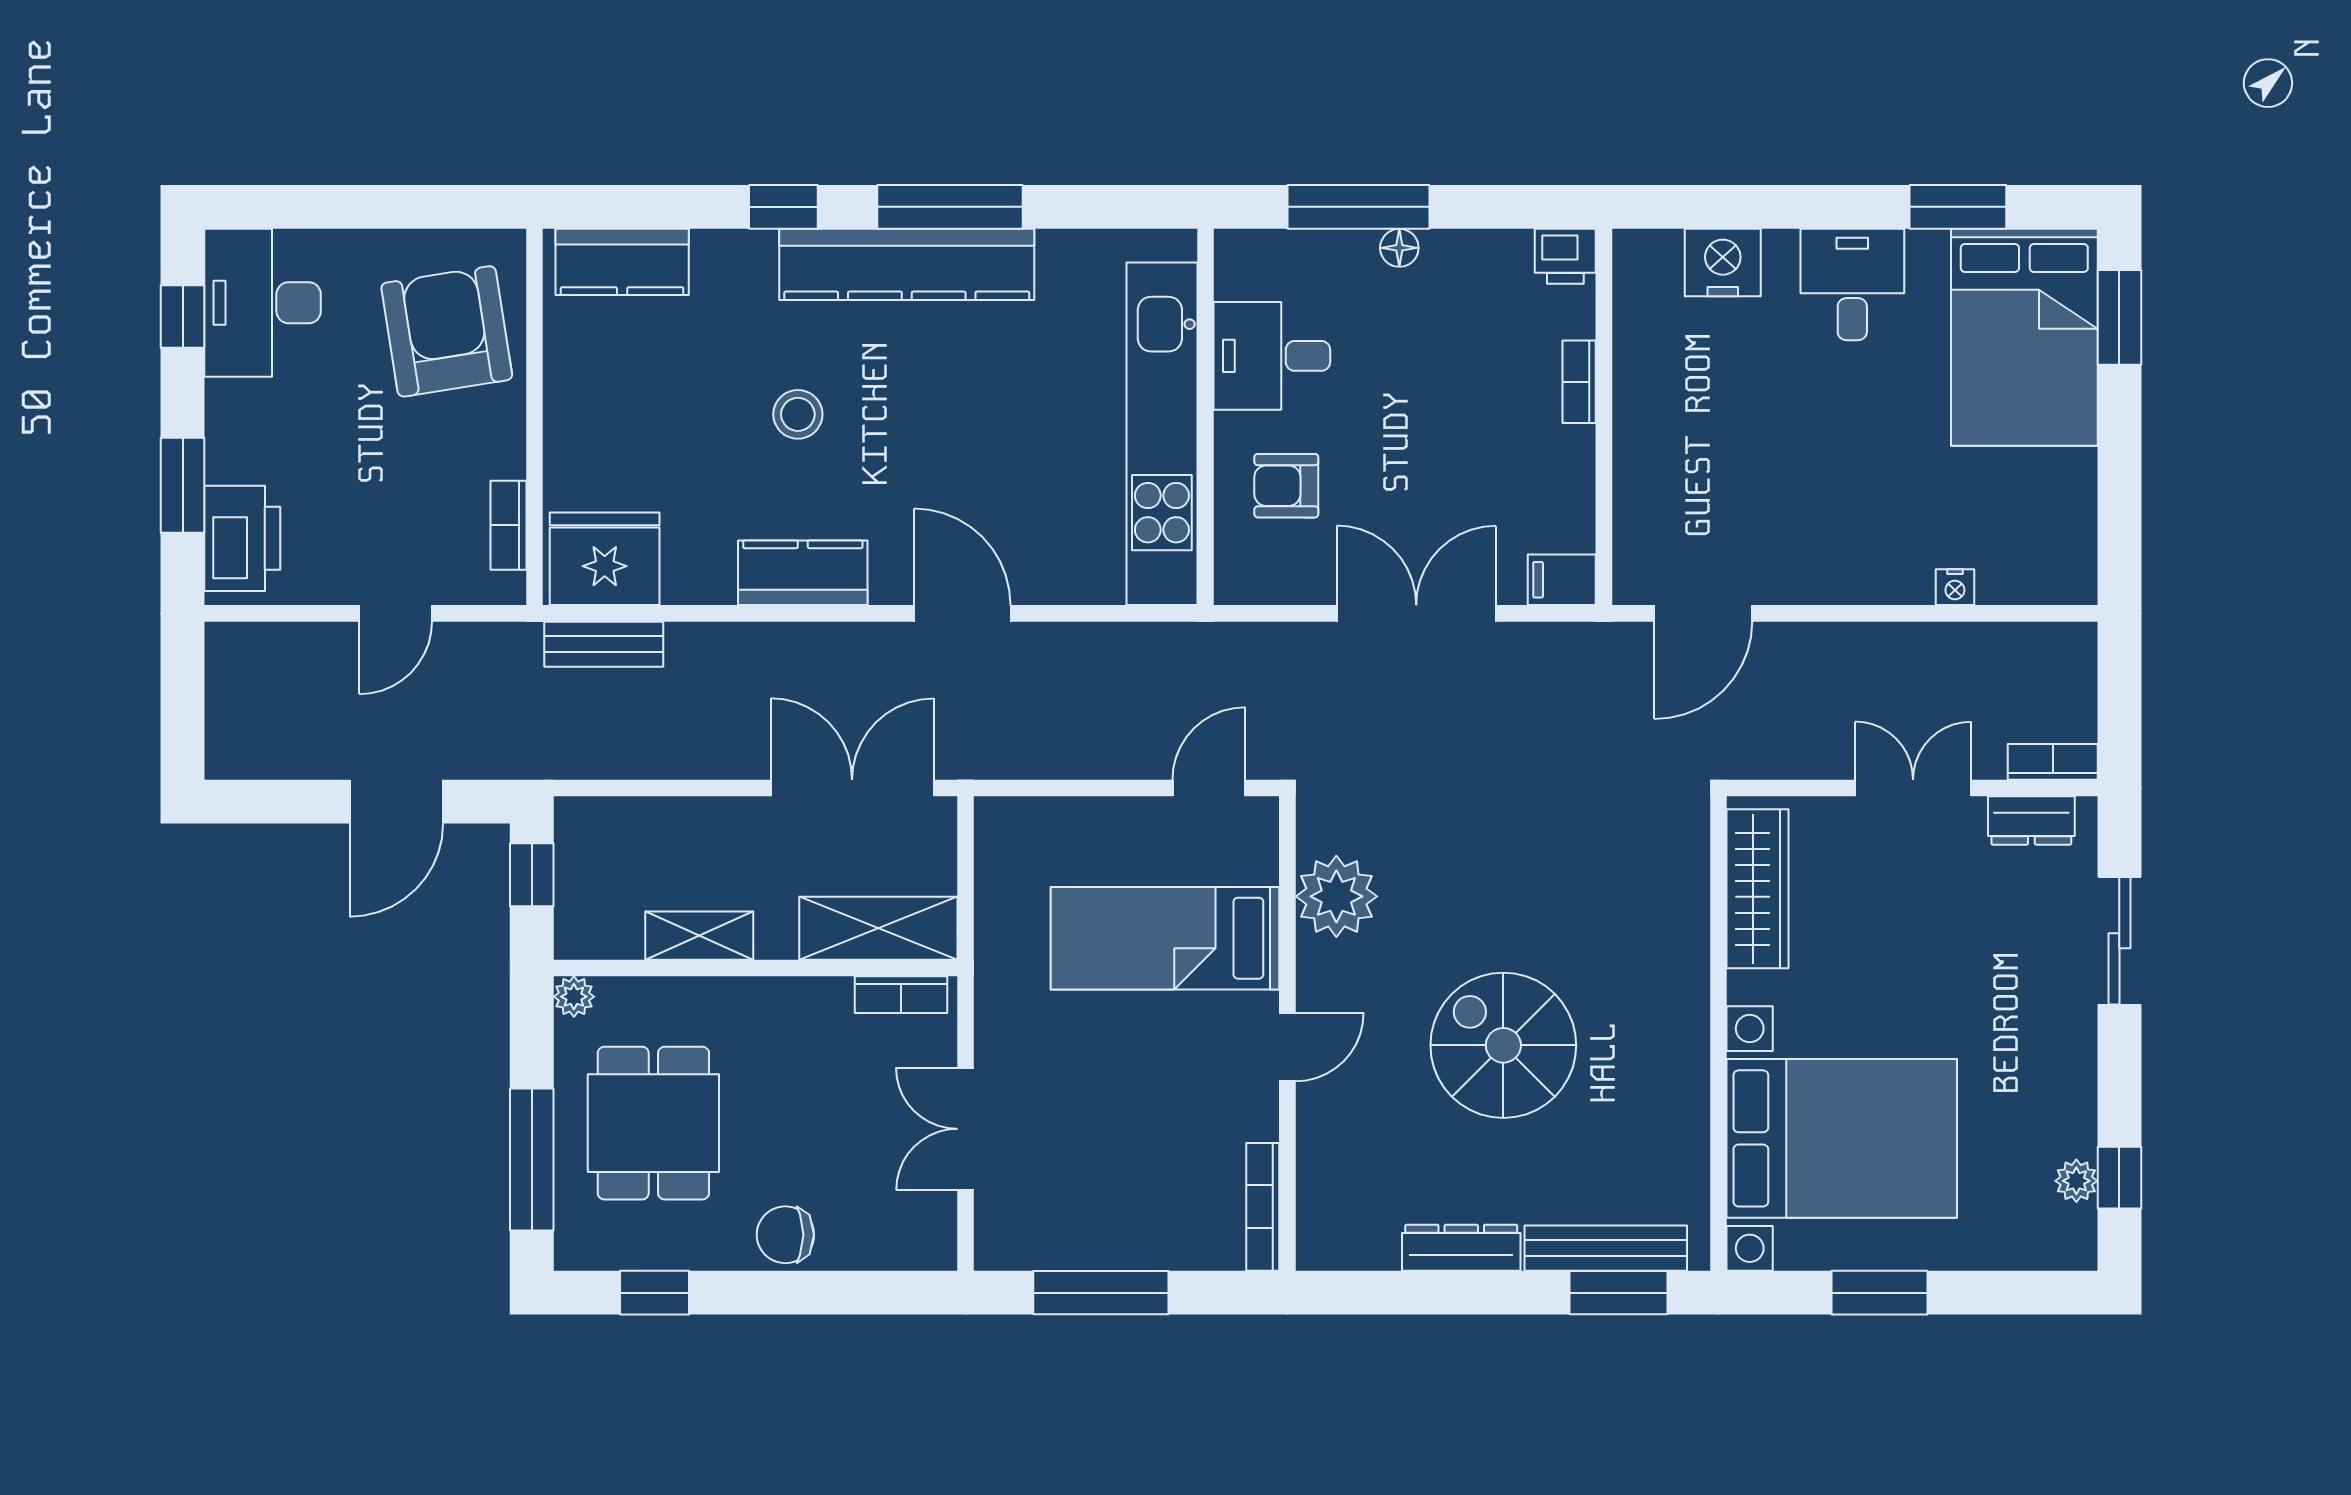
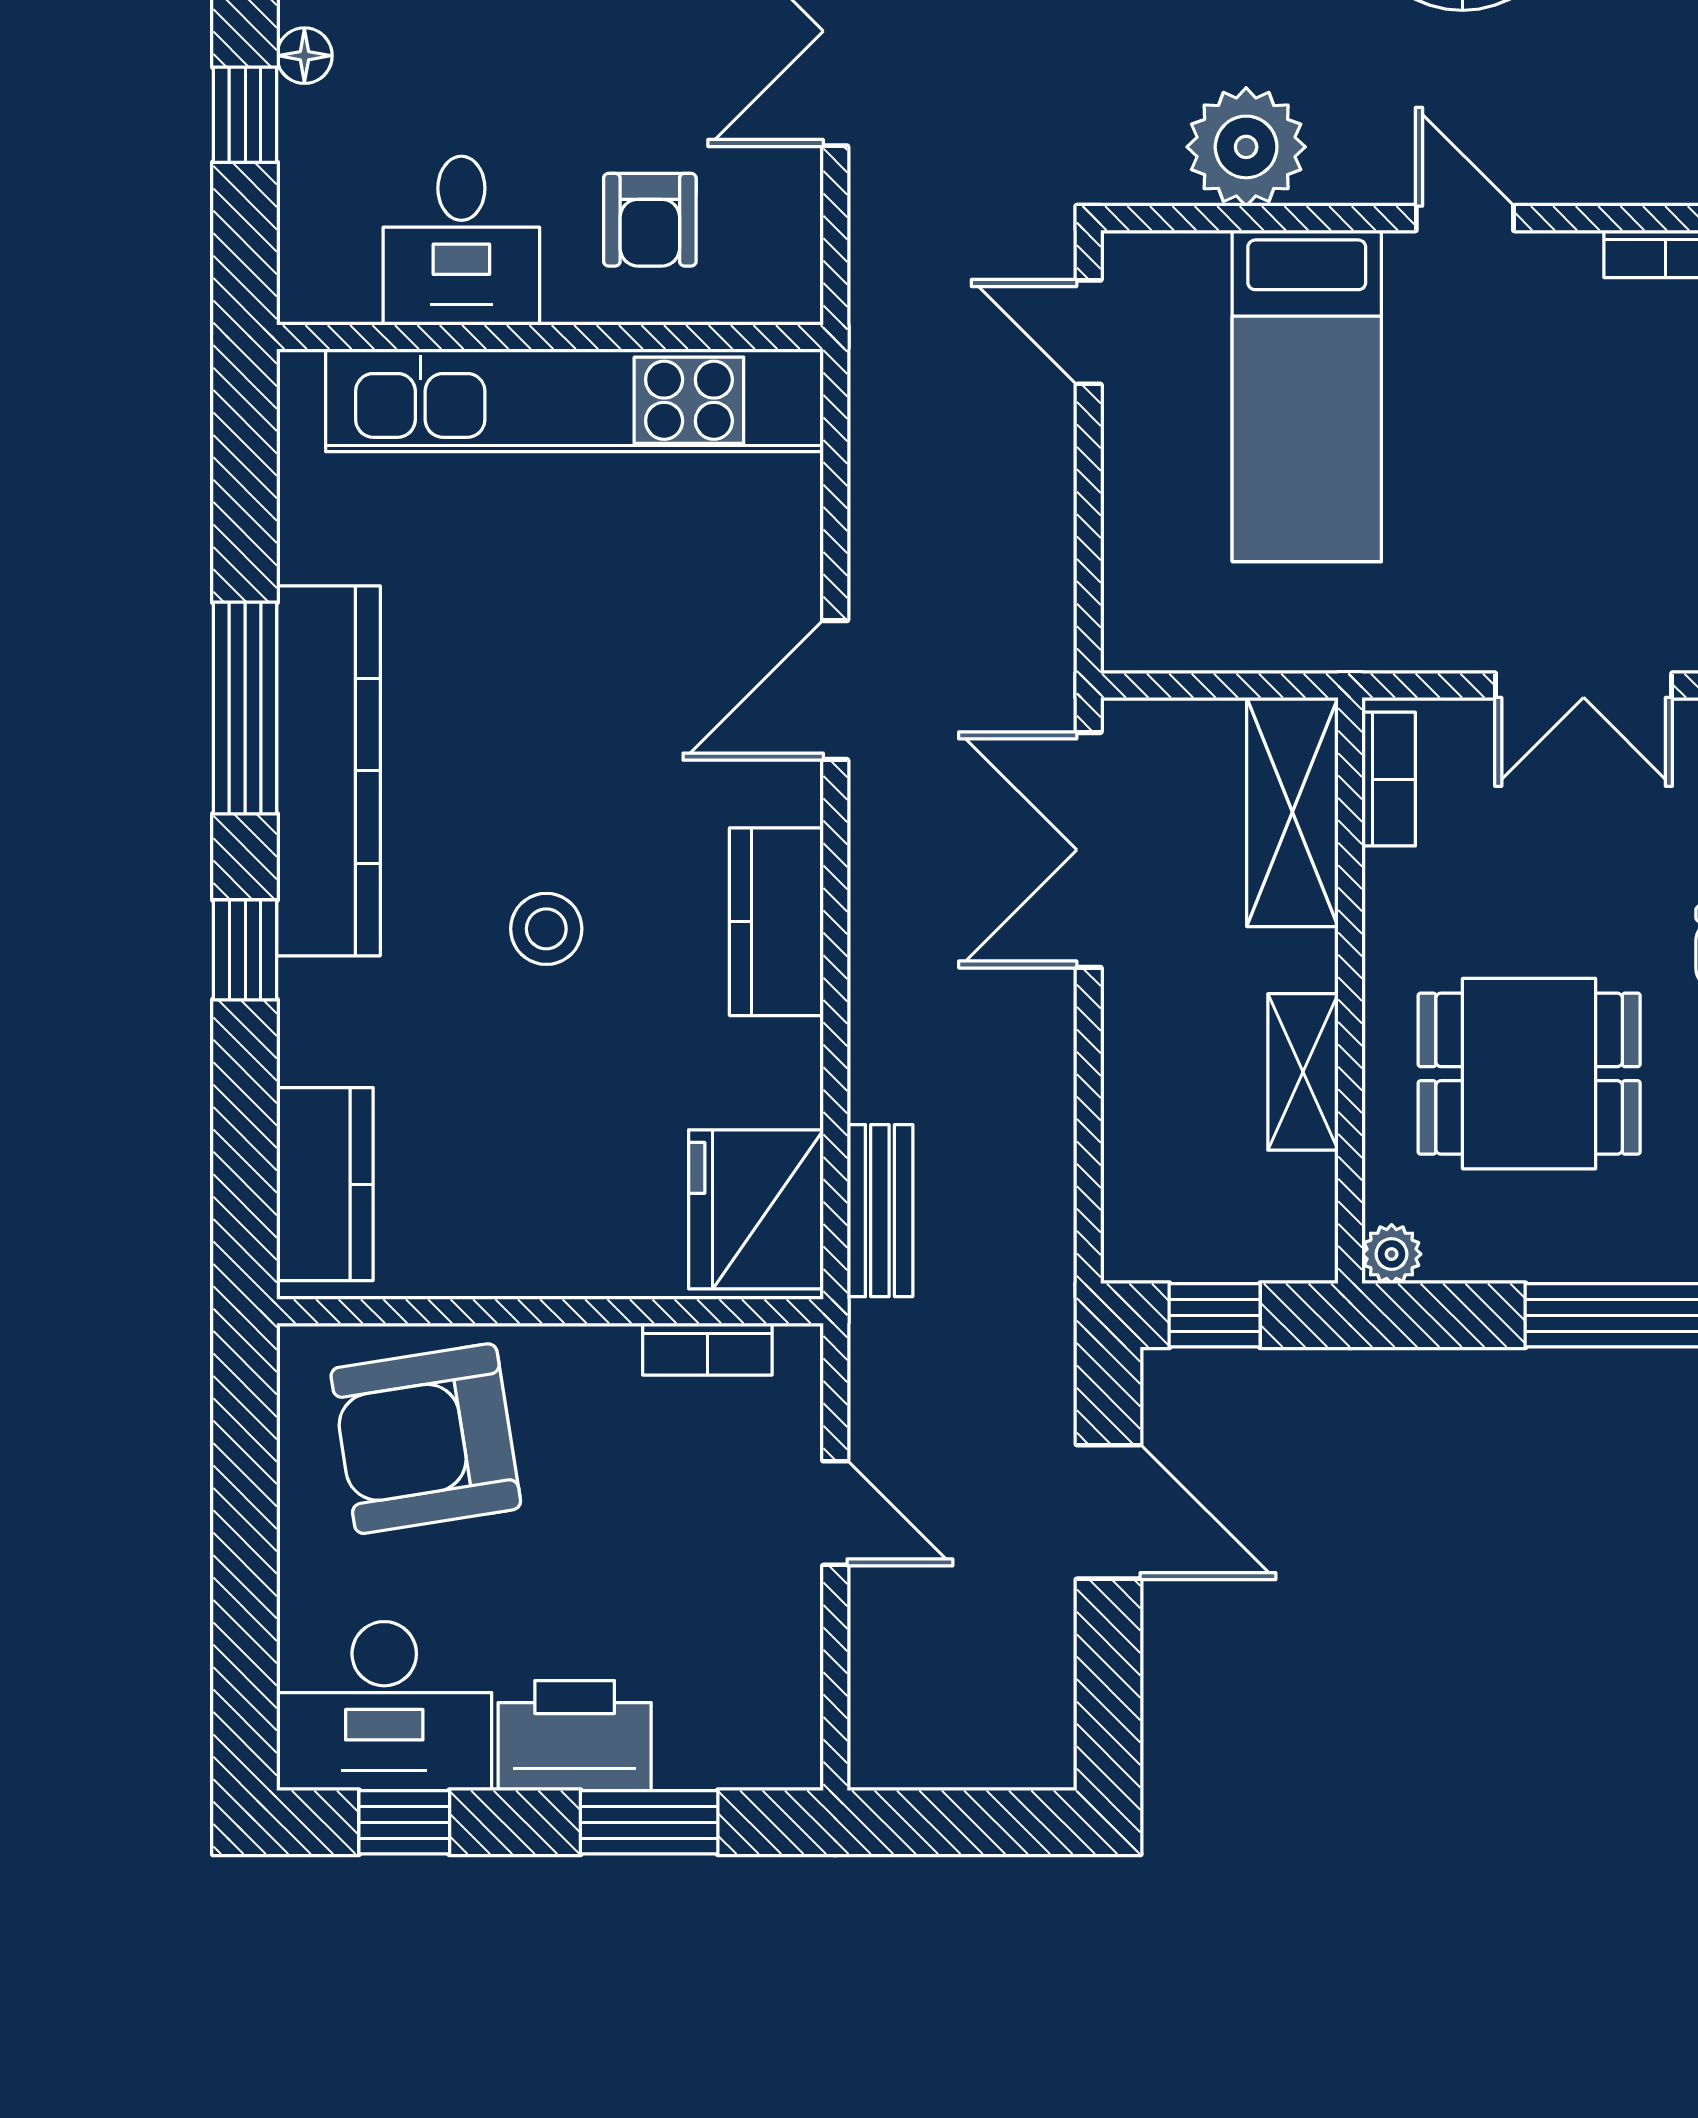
window: (1359, 207) -> (245, 115), width x0.46
printer: (242, 538) -> (575, 1736), moved
dining table: (653, 1123) -> (1529, 1074), moved

